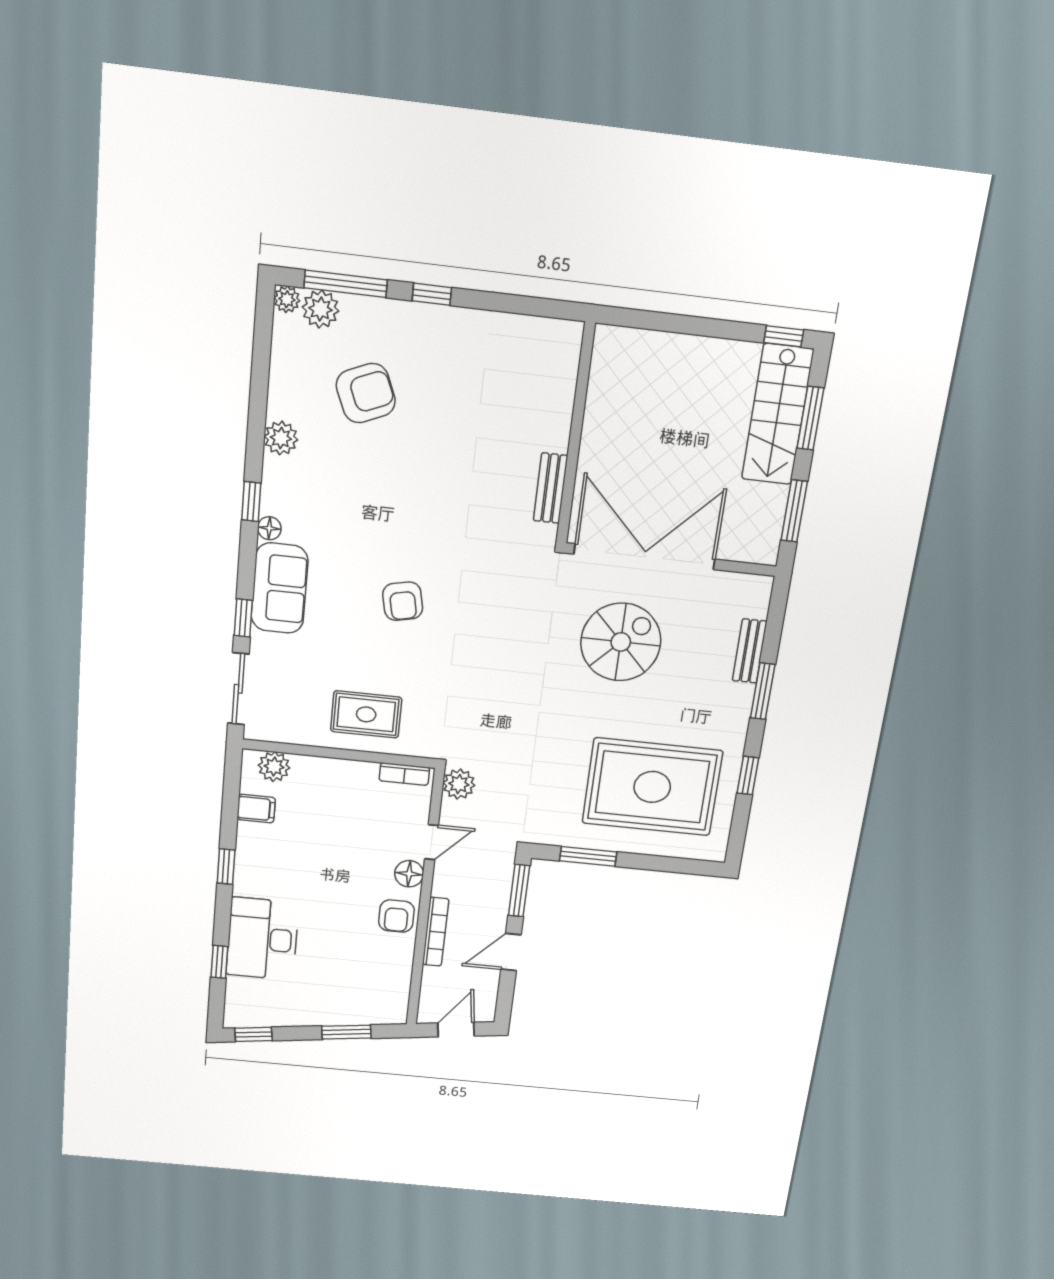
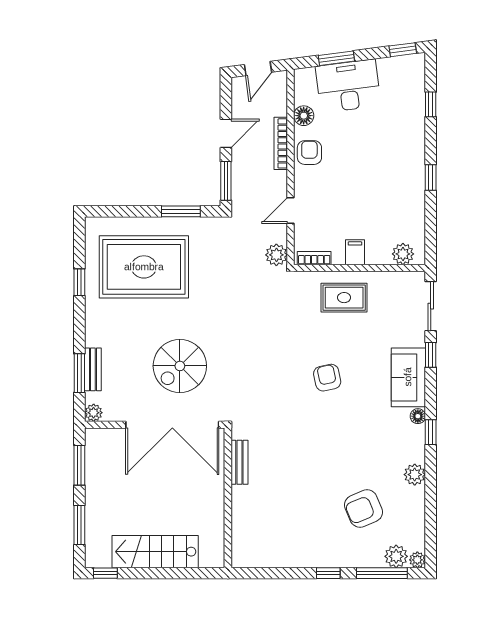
stairs: (778, 414) -> (155, 552), moved, turned -90
plant: (760, 587) -> (94, 413), added
window: (763, 691) -> (79, 373), moved
filing cabinet: (256, 809) -> (355, 252), moved, turned 90
floor lamp: (409, 874) -> (304, 116), moved
desk: (262, 939) -> (348, 86), moved, turned -97

